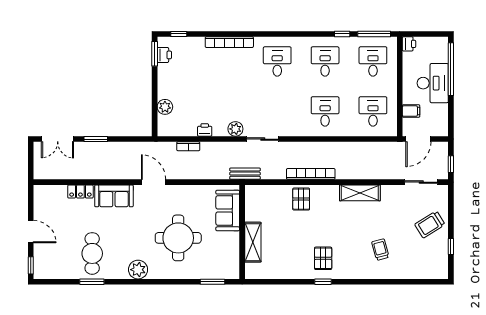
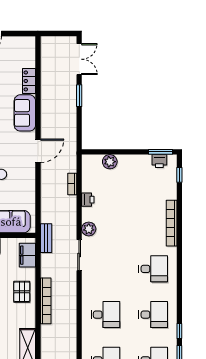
double door: (58, 139) -> (79, 59), swing flipped
filing cabinet: (263, 193) -> (27, 255), added
pallet: (301, 199) -> (22, 292), turned 90

